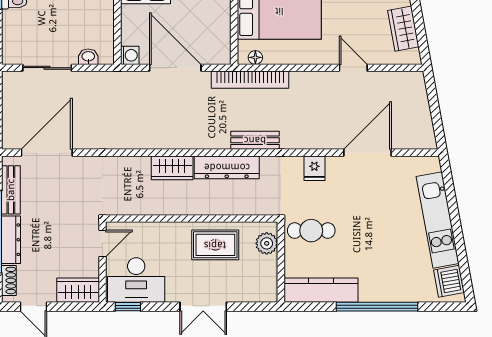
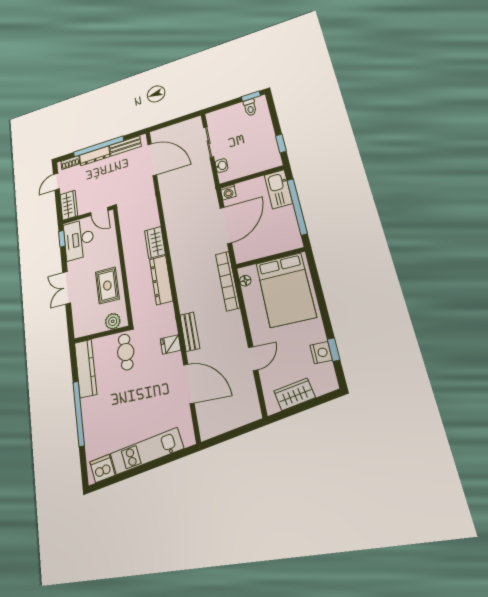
bench: (255, 140) -> (190, 332), moved

